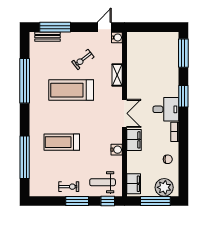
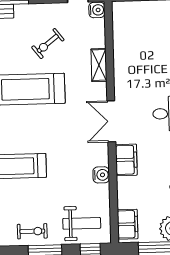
double door: (125, 113) -> (111, 121), swing flipped
weight bench: (103, 182) -> (82, 223), turned 180

